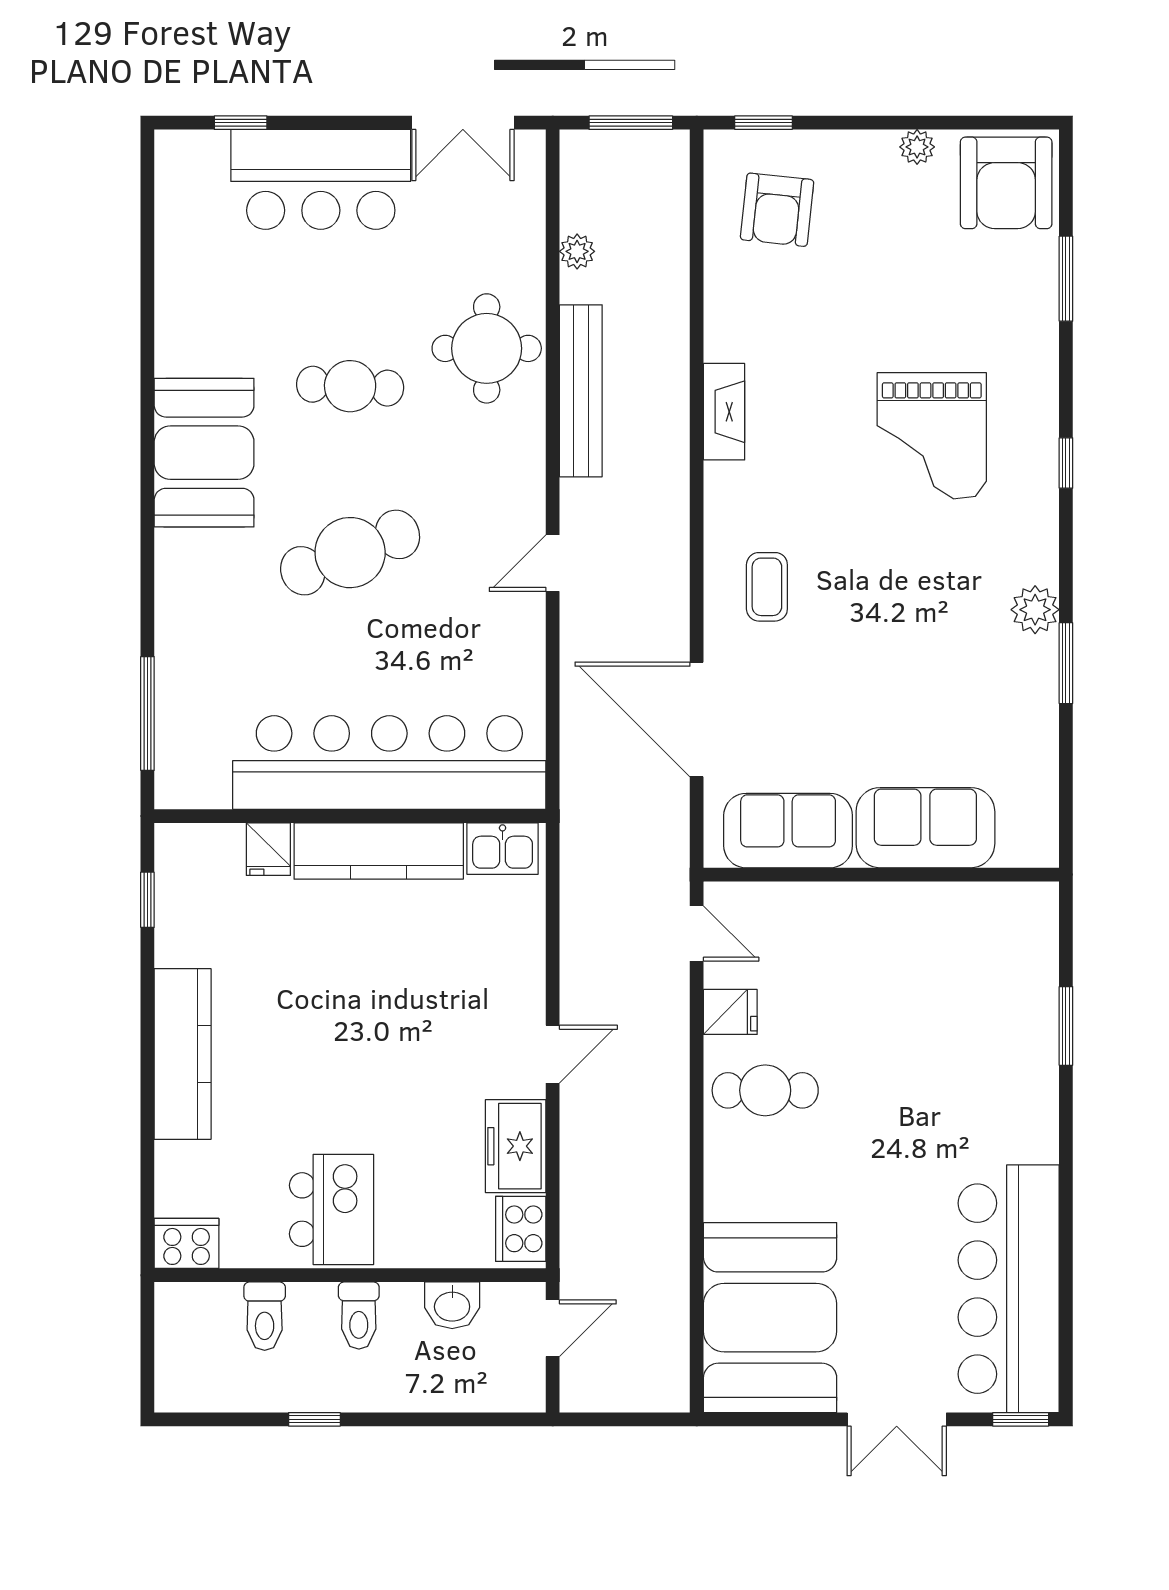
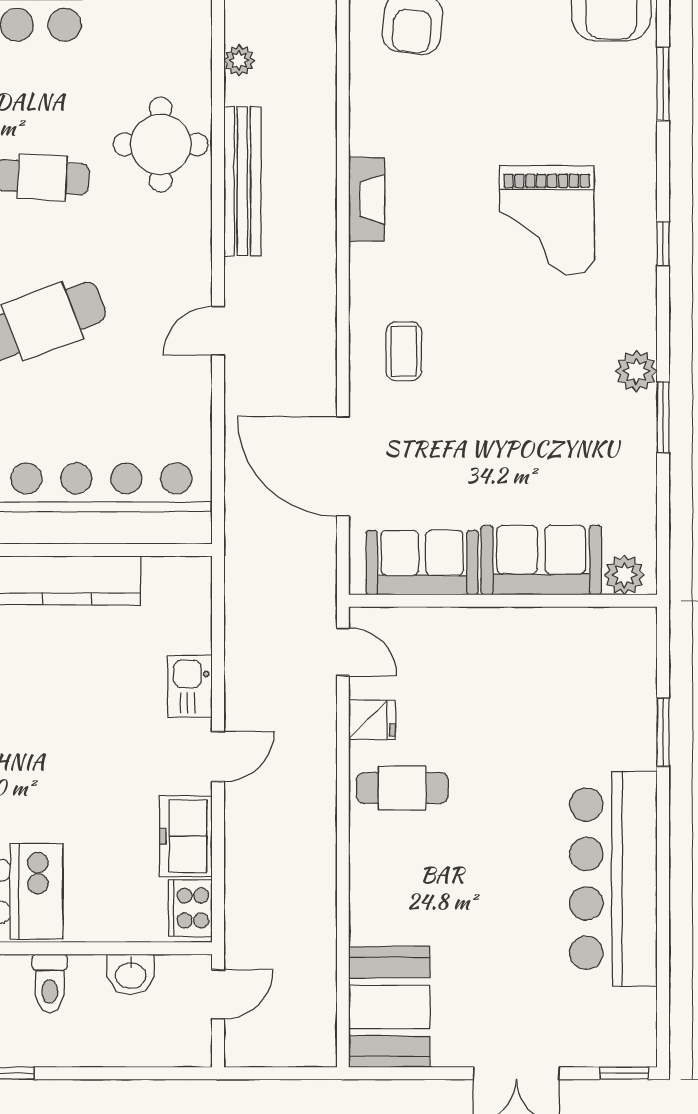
plant: (1021, 845) -> (625, 575), added
kitchen sink: (503, 849) -> (190, 686), moved, turned 90
bar counter: (1009, 1289) -> (613, 879), moved
booth: (770, 1318) -> (389, 1007), width x0.73, depth x0.70

